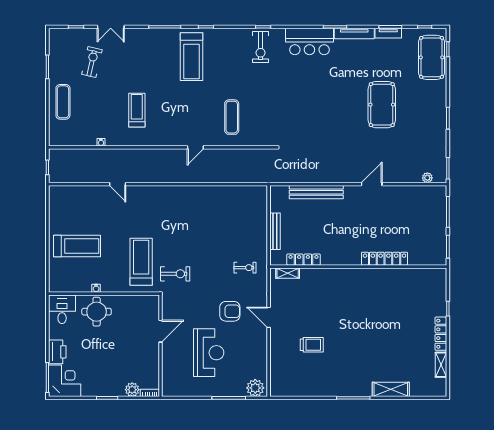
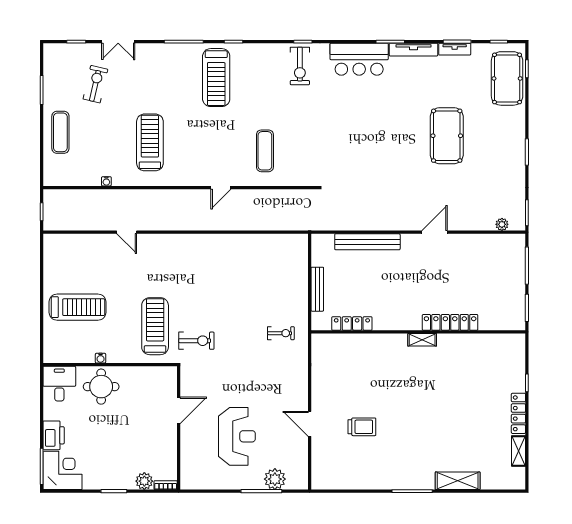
treadmill: (137, 110) -> (150, 142), width x1.37, depth x1.38
shelving: (288, 273) -> (422, 340), moved
armchair: (230, 311) -> (263, 386), removed
door: (269, 317) -> (310, 424), moved
plant: (255, 388) -> (275, 479), moved

